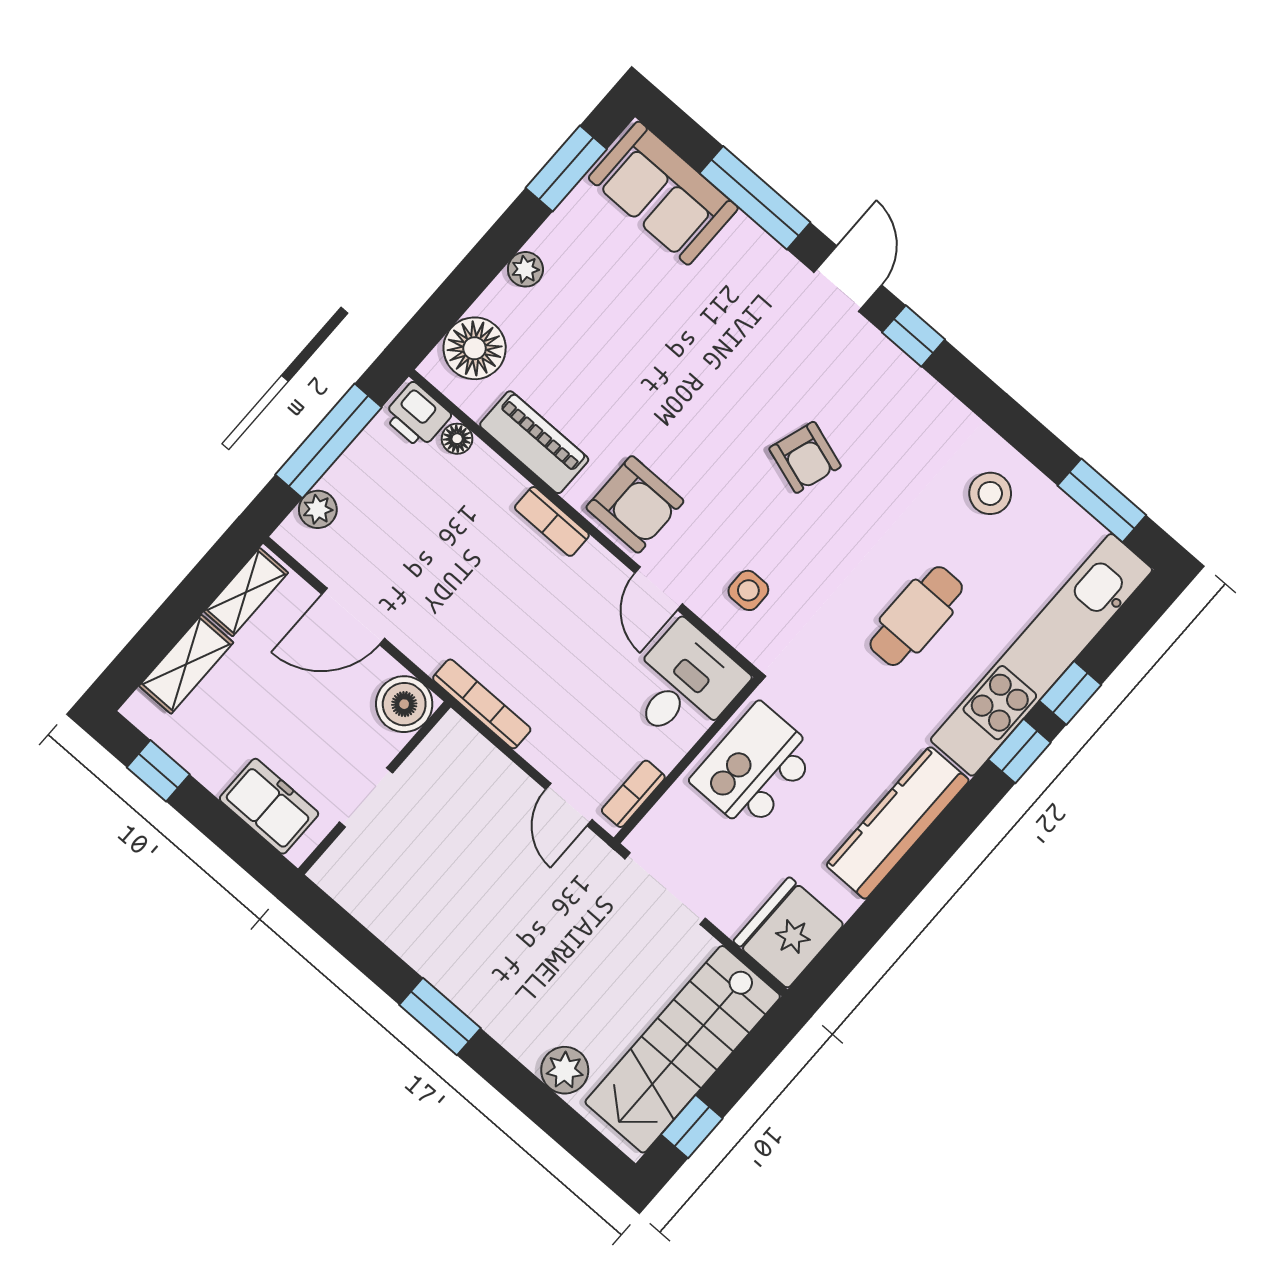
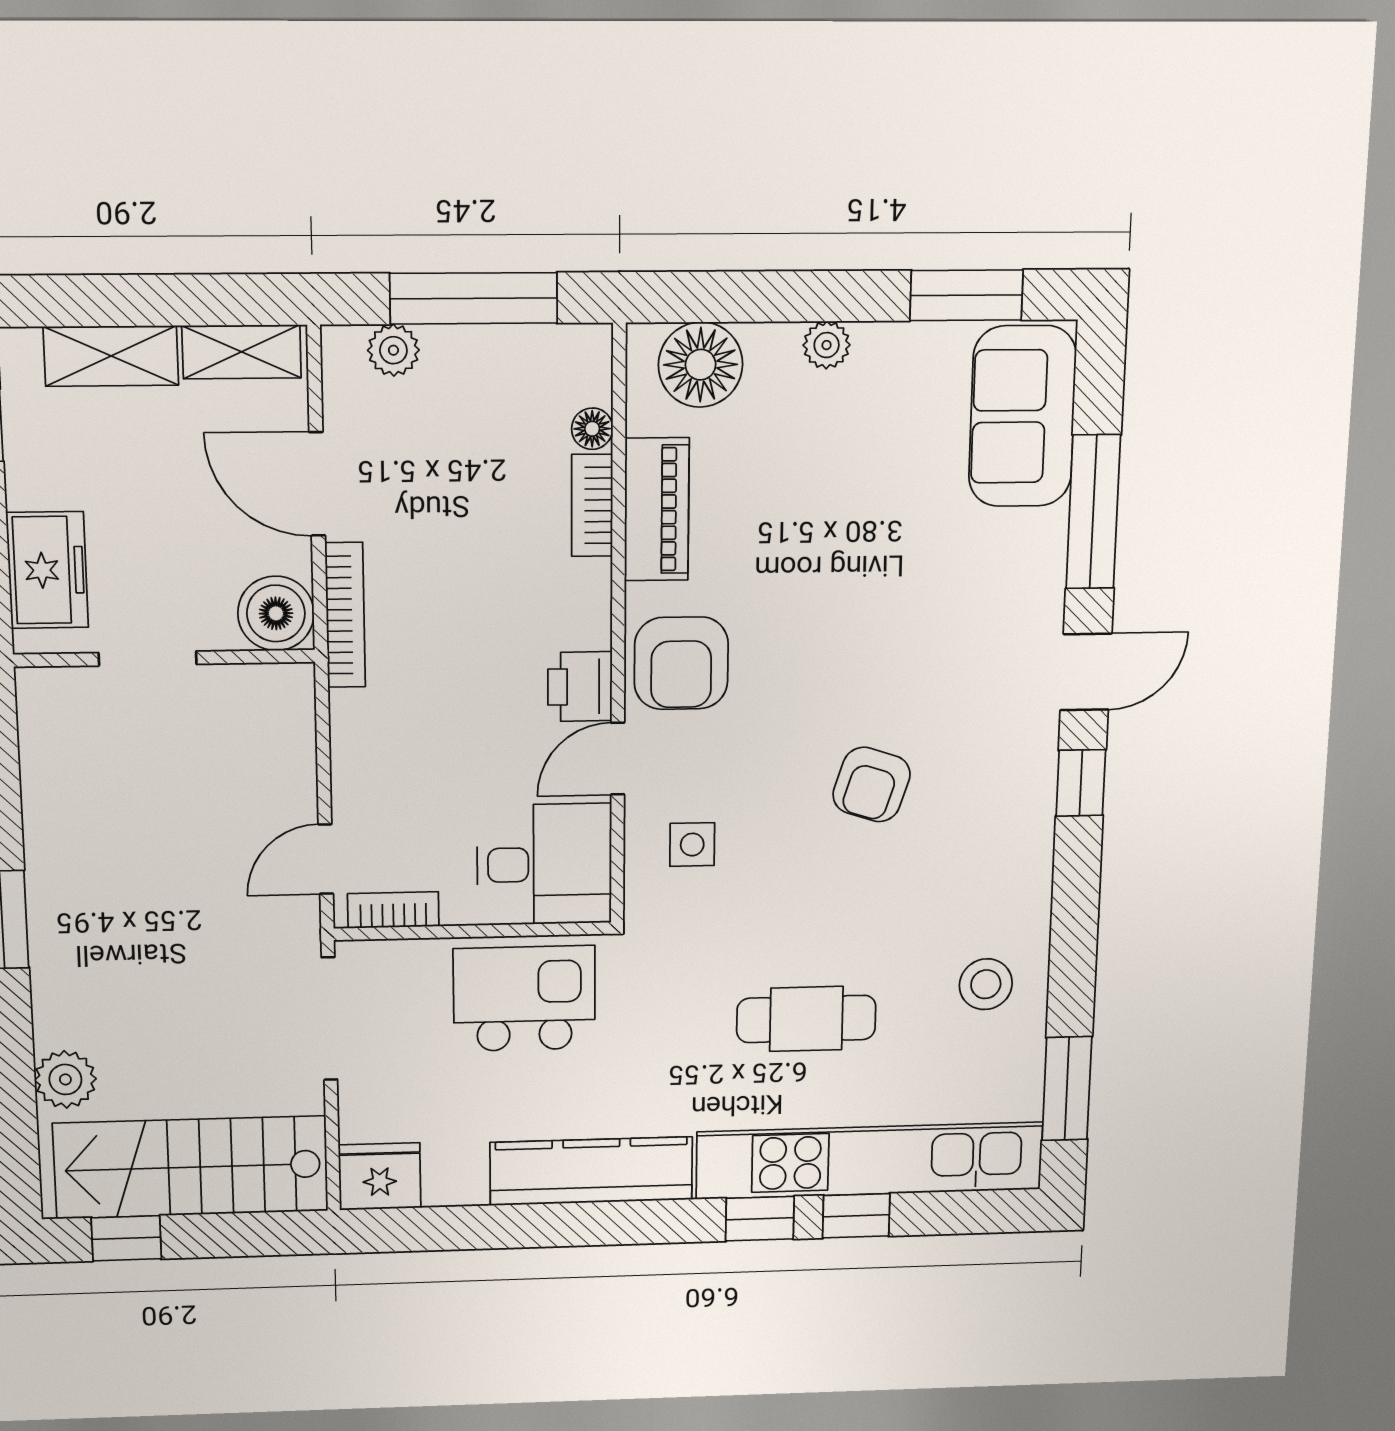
printer: (417, 416) -> (580, 687), moved
bookcase: (552, 521) -> (592, 505), moved
bookcase: (482, 704) -> (345, 615), moved
fridge: (788, 933) -> (380, 1176), width x0.73, depth x0.75

